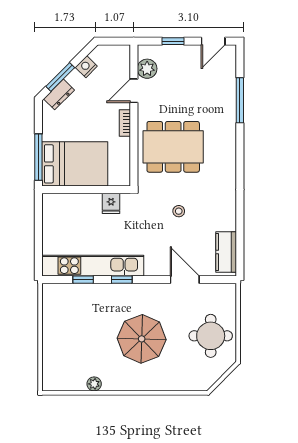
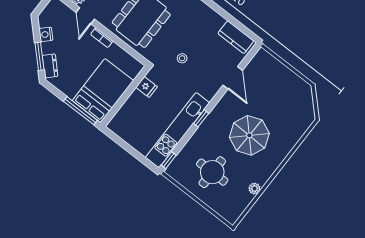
stool: (179, 211) -> (182, 58), moved
window: (83, 280) -> (169, 160), moved
door: (185, 280) -> (233, 78), swing flipped
round table: (211, 336) -> (212, 172), moved

